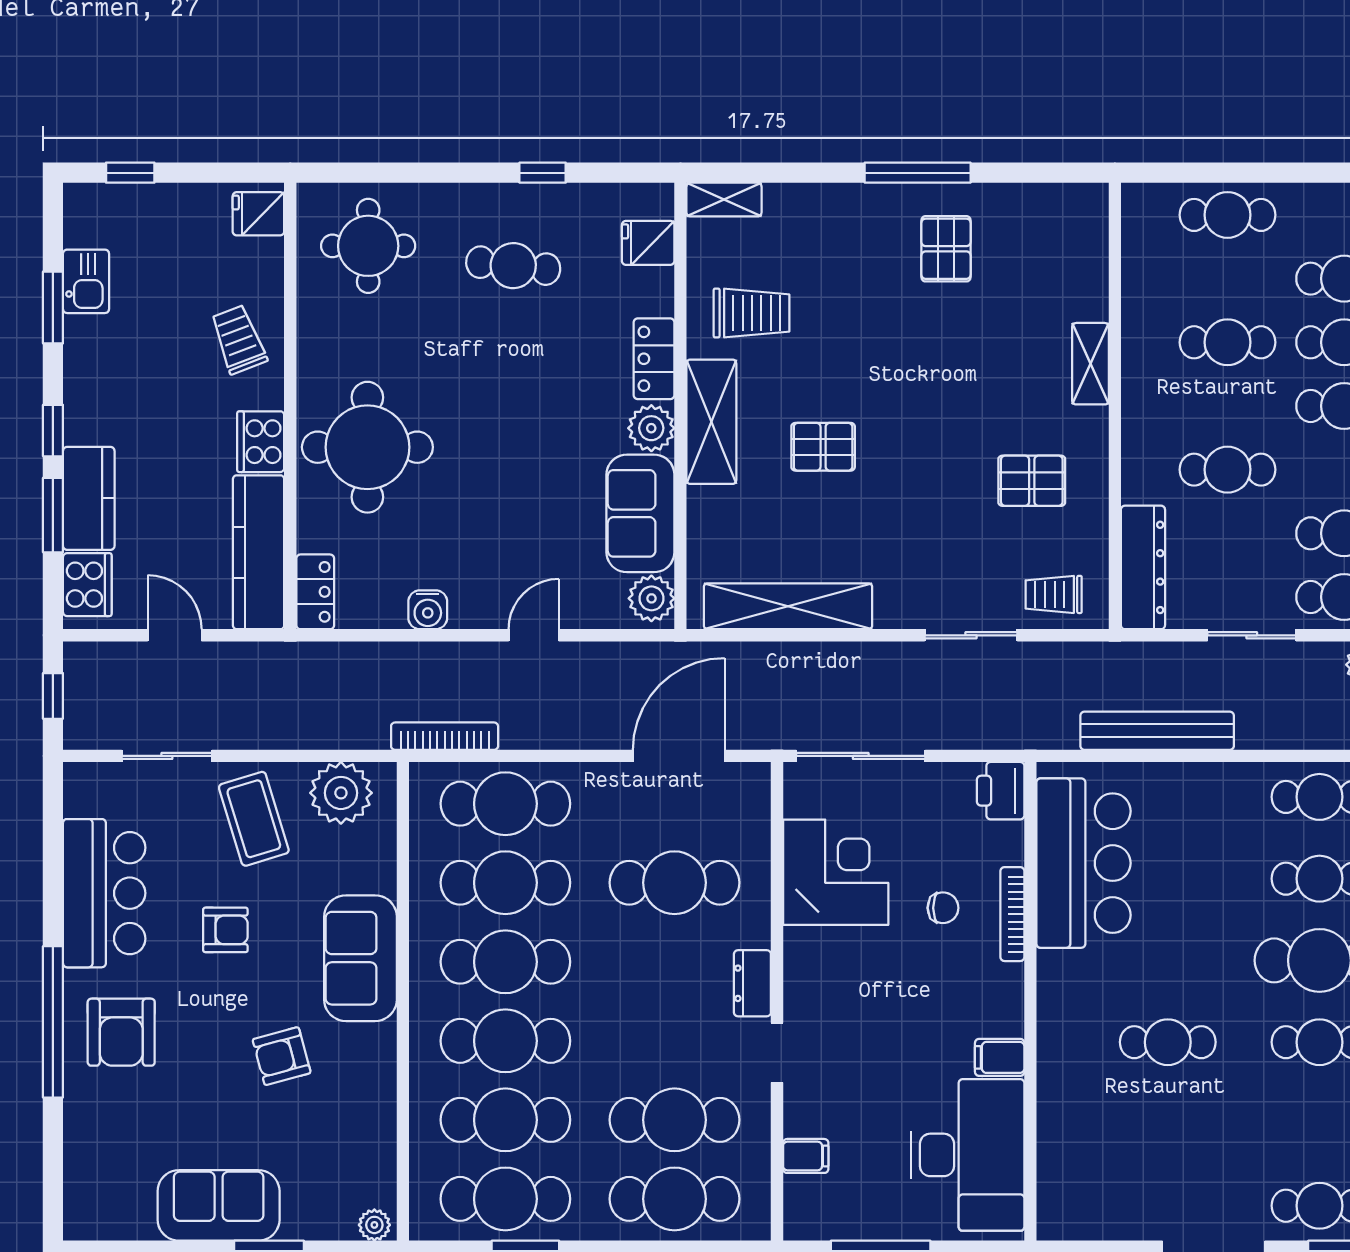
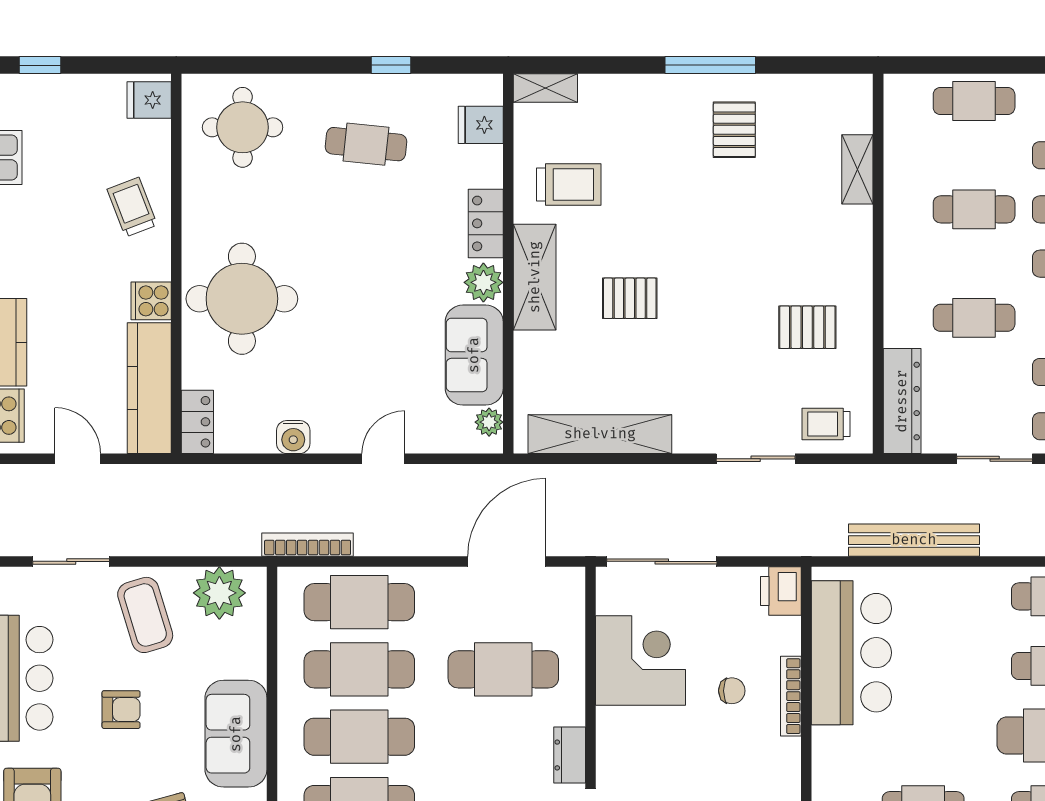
shelving: (1091, 364) -> (857, 169), moved
cooker: (261, 442) -> (151, 301), width x0.73
plant: (651, 598) -> (489, 422), width x0.73, depth x0.73

